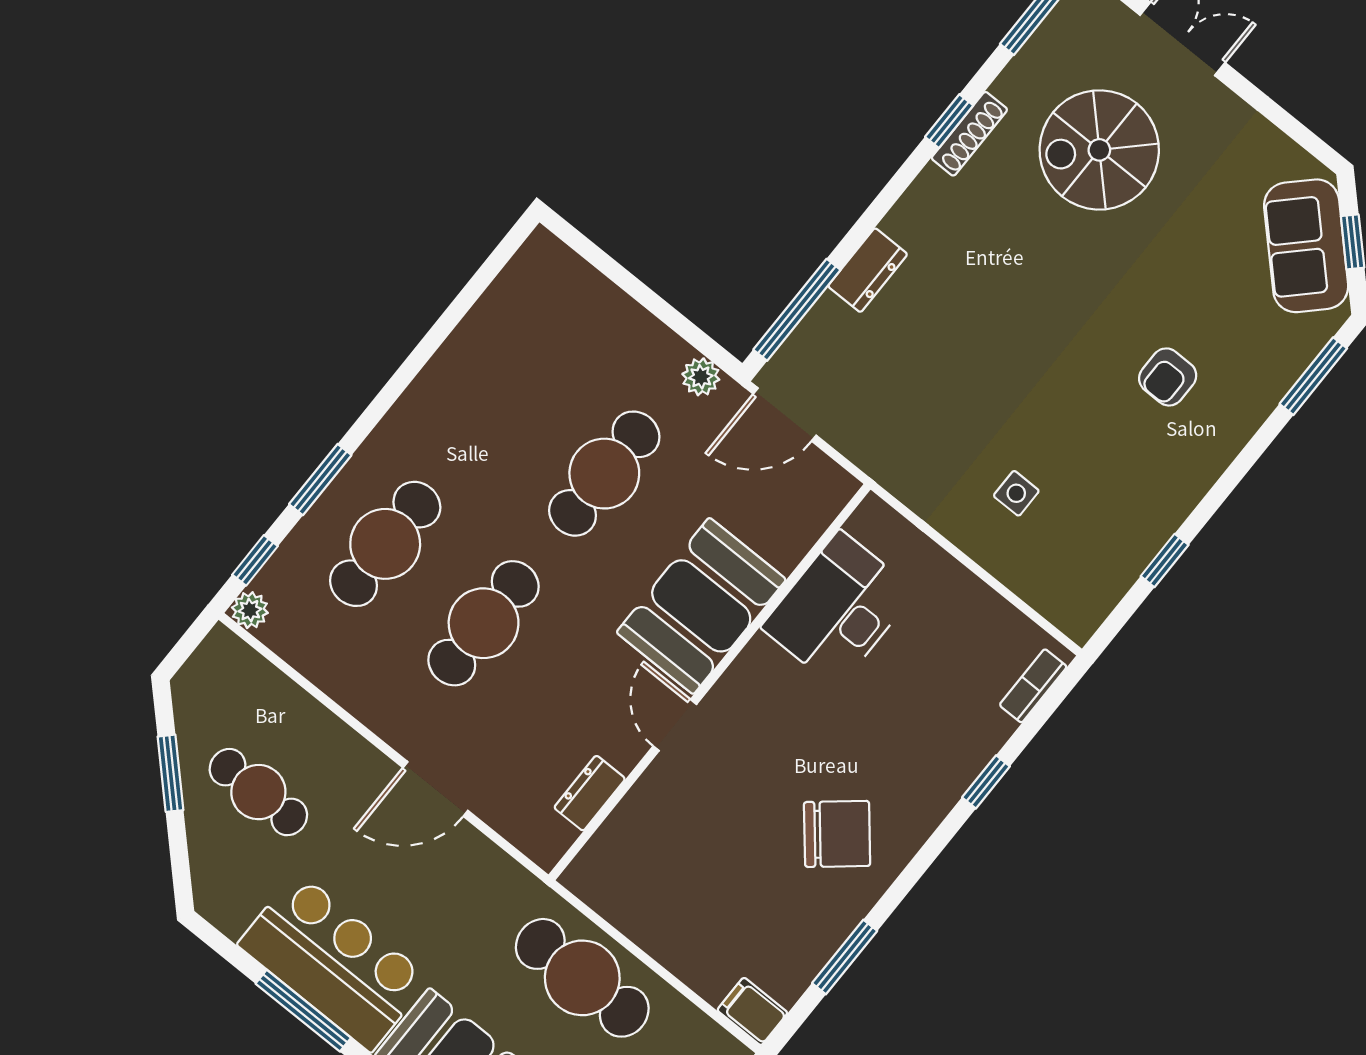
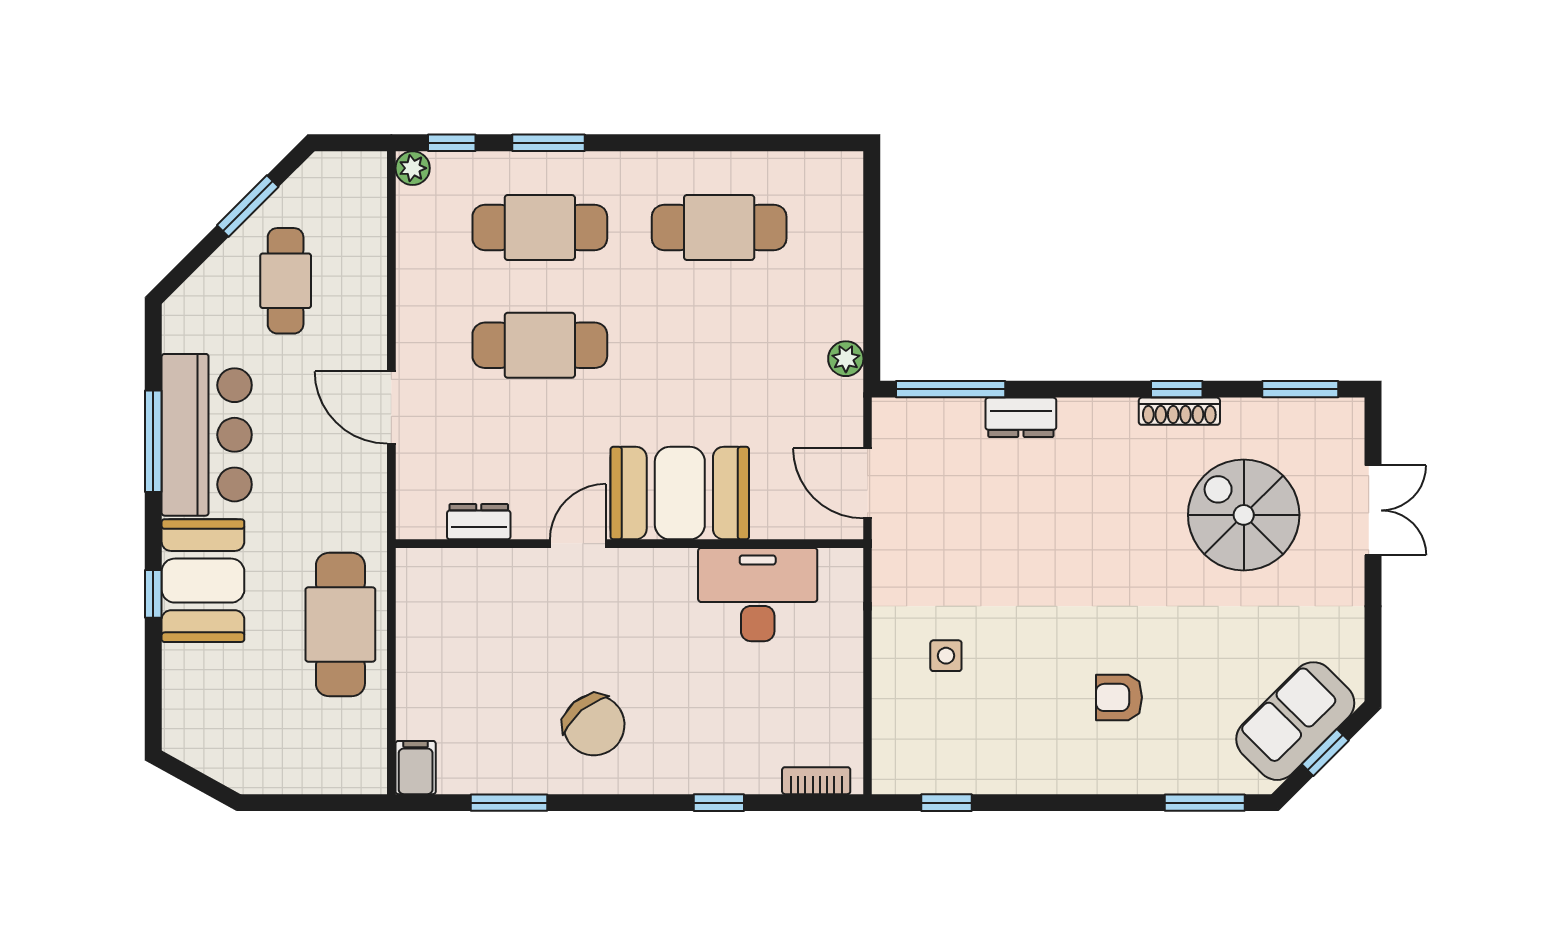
door: (785, 415) -> (868, 483), moved
cafe table: (604, 474) -> (719, 227), moved
window: (1165, 560) -> (947, 803), moved

